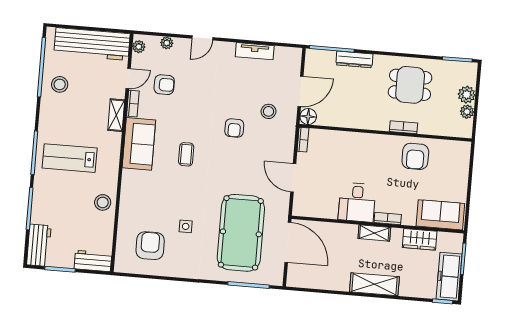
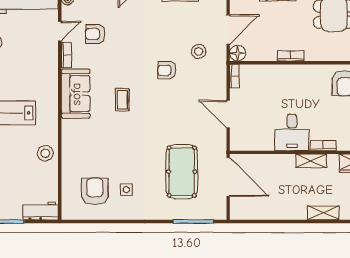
armchair: (164, 85) -> (95, 34), turned 180
shelving: (116, 115) -> (51, 68), removed
bookcase: (404, 127) -> (291, 56), moved
armchair: (234, 128) -> (167, 70), turned 90
side table: (186, 226) -> (126, 190), moved
pool table: (241, 233) -> (182, 172), width x0.73, depth x0.76
shelving: (374, 284) -> (323, 213), width x0.67, depth x0.75

